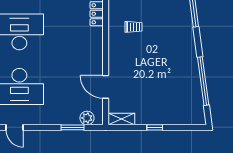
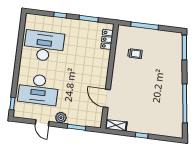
plant: (87, 118) -> (61, 118), moved
door: (15, 127) -> (42, 123), moved

